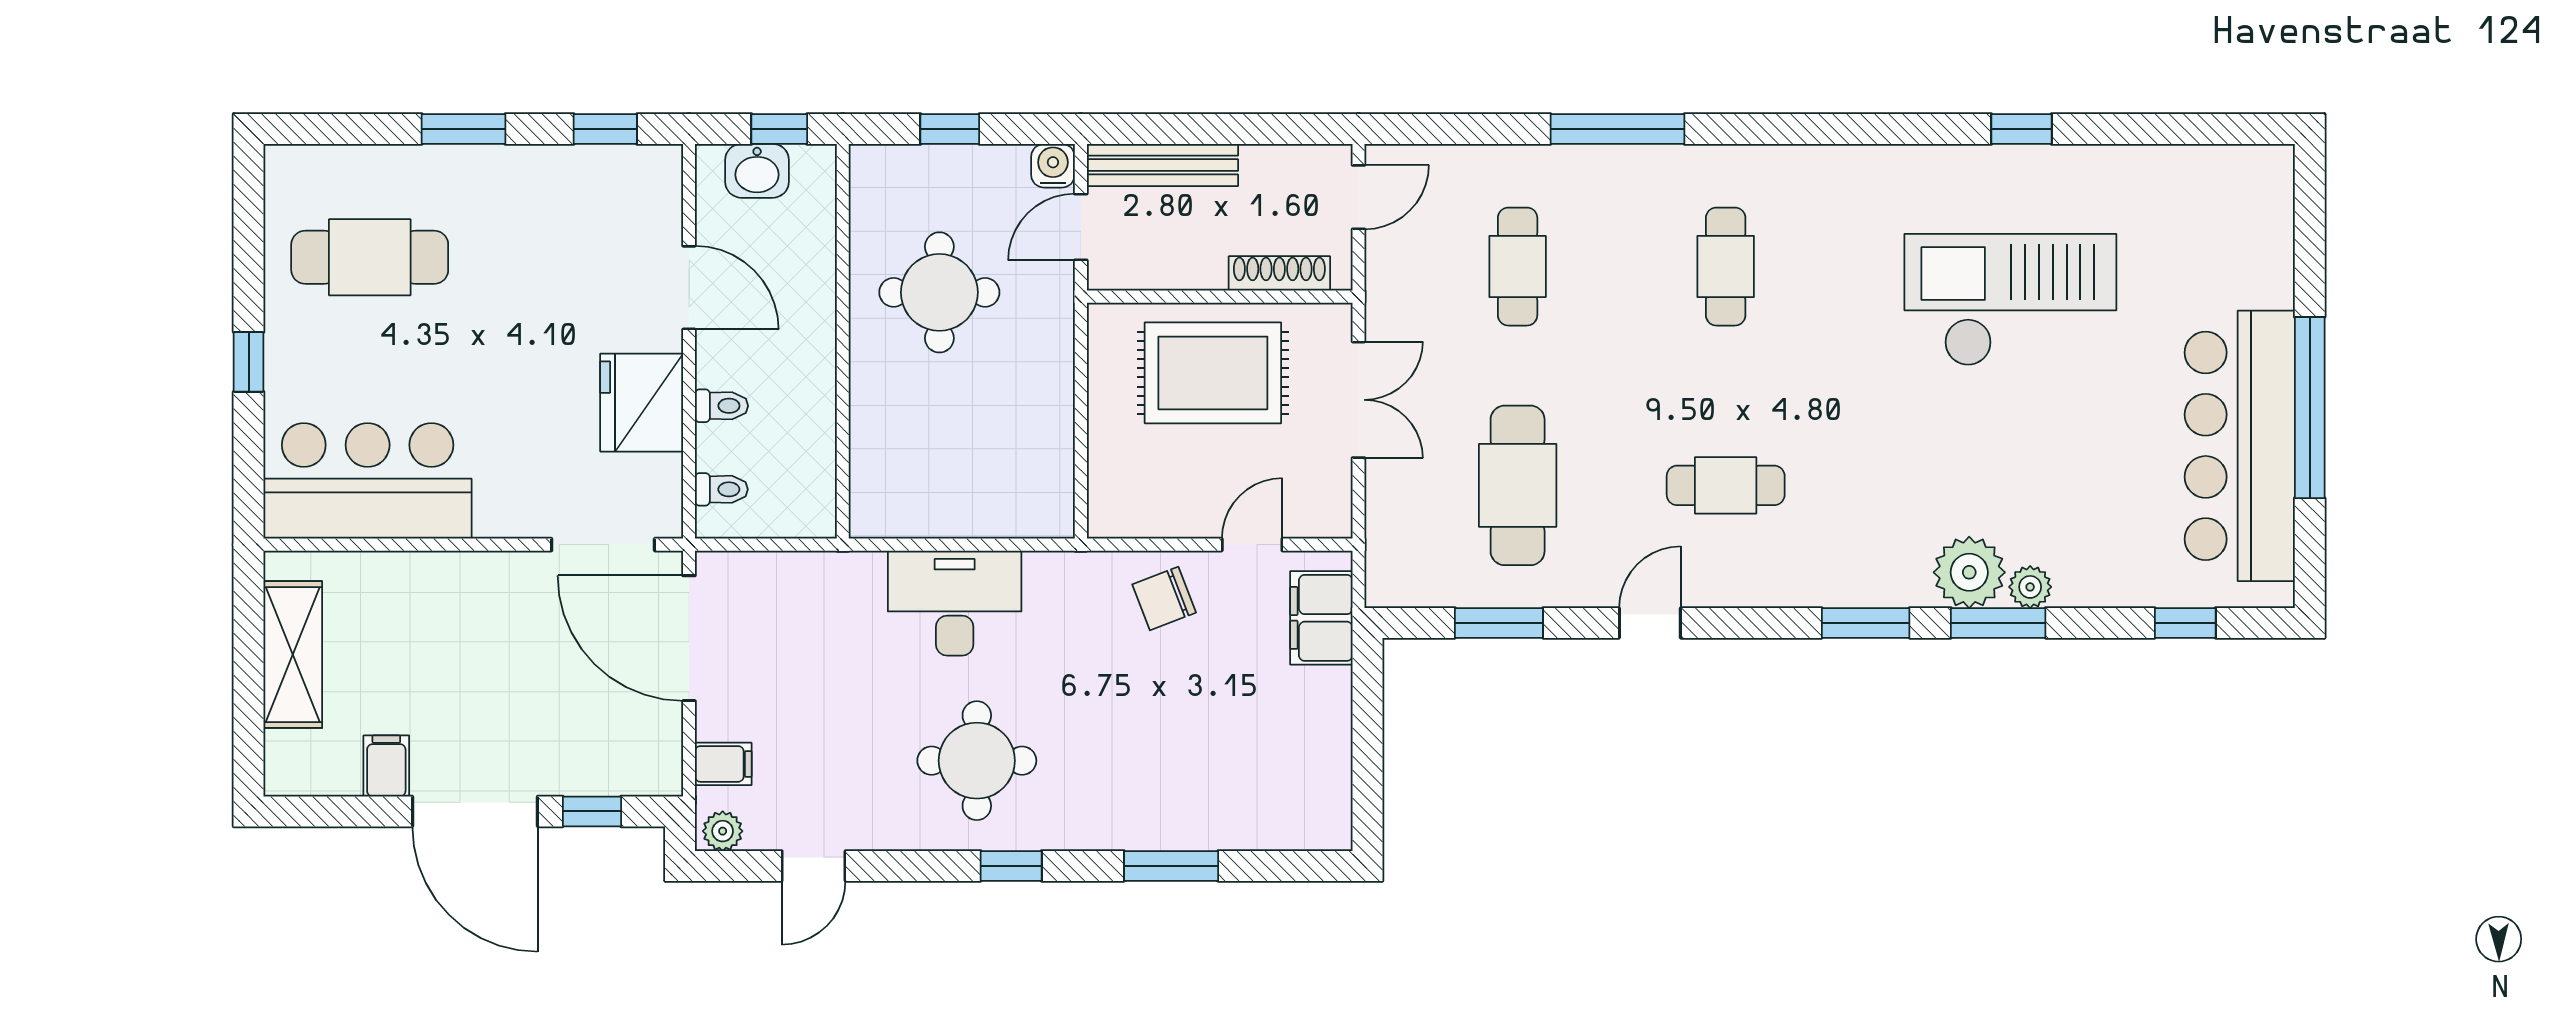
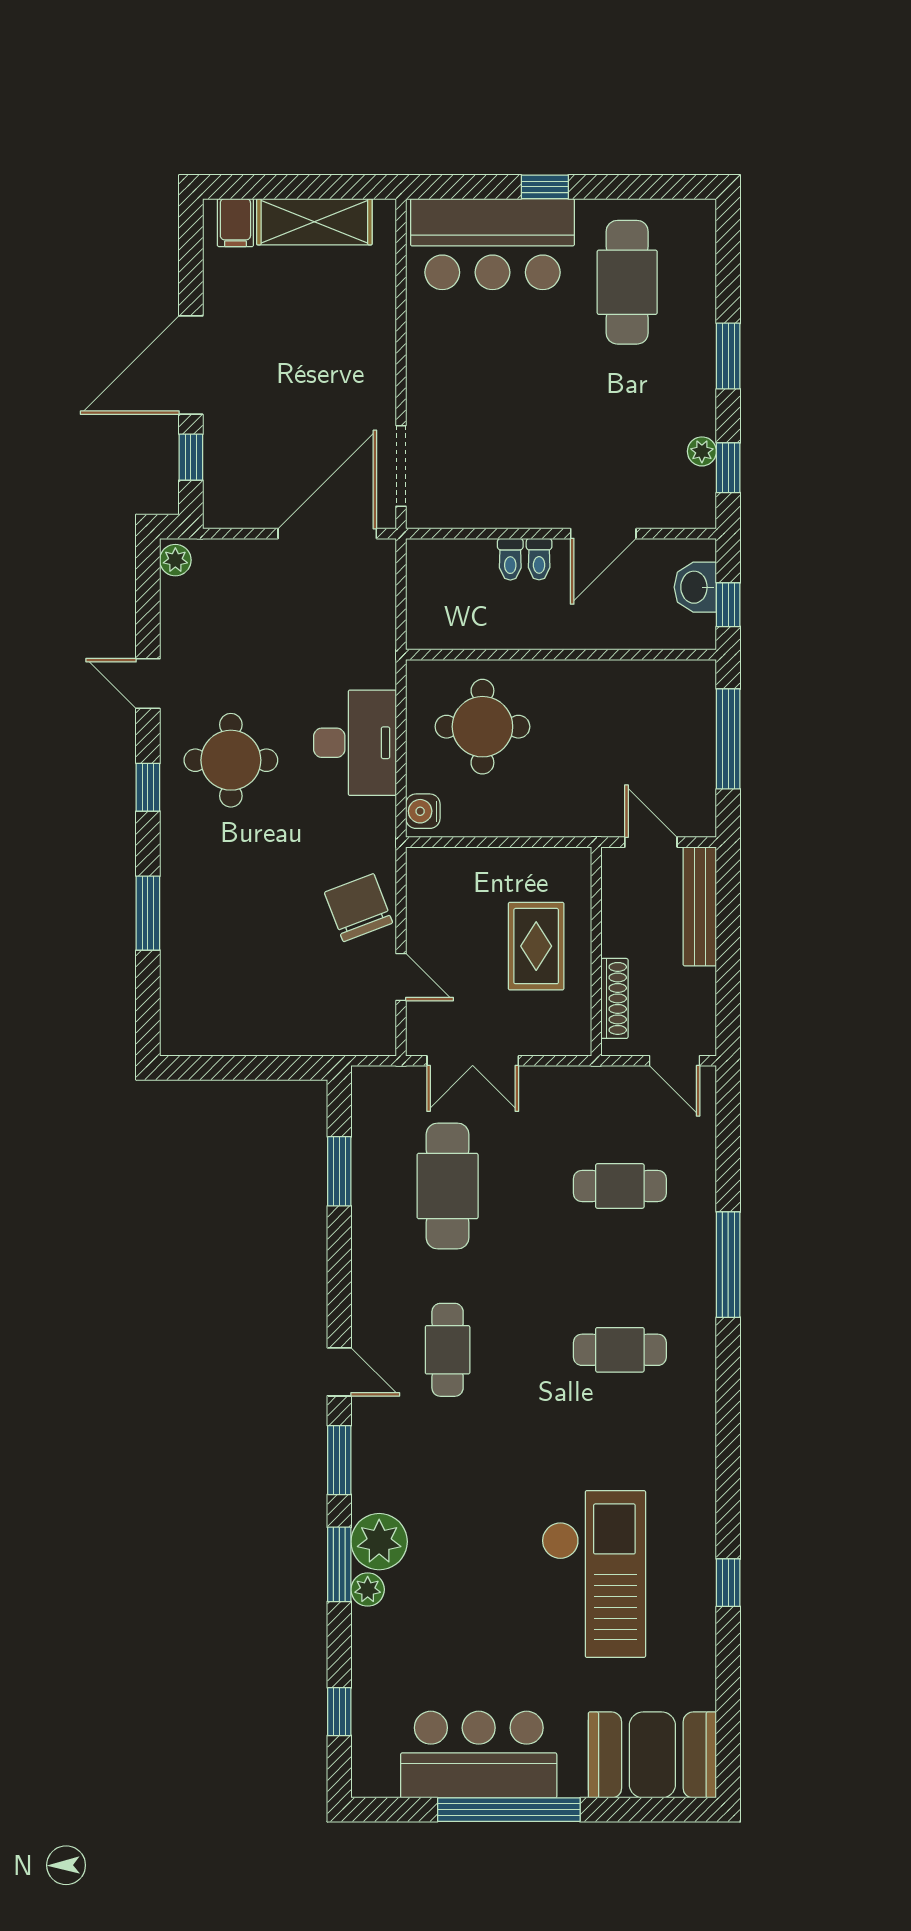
window: (950, 129) -> (728, 739), width x2.17
plant: (585, 162) -> (702, 451), added
water cooler: (1053, 166) -> (423, 811), moved, turned 180
booth: (2240, 225) -> (652, 1755), added
round table: (939, 292) -> (482, 727), moved
rug: (1213, 373) -> (536, 946), width x0.73, depth x0.70
double door: (1359, 400) -> (473, 1061), moved
fridge: (642, 403) -> (513, 496), removed
bar counter: (2240, 446) -> (479, 1755), width x0.73
bar counter: (368, 481) -> (492, 244), moved, turned 90
cafe table: (1518, 485) -> (448, 1186), turned 90
toilet: (721, 489) -> (539, 559), moved
chair: (1164, 598) -> (359, 908), width x1.37, depth x1.37
filing cabinet: (1321, 618) -> (343, 1032), removed
door: (1650, 623) -> (339, 1372), moved
filing cabinet: (723, 764) -> (228, 561), removed
filing cabinet: (386, 766) -> (235, 223), moved, turned 90
door: (814, 866) -> (148, 684), moved

